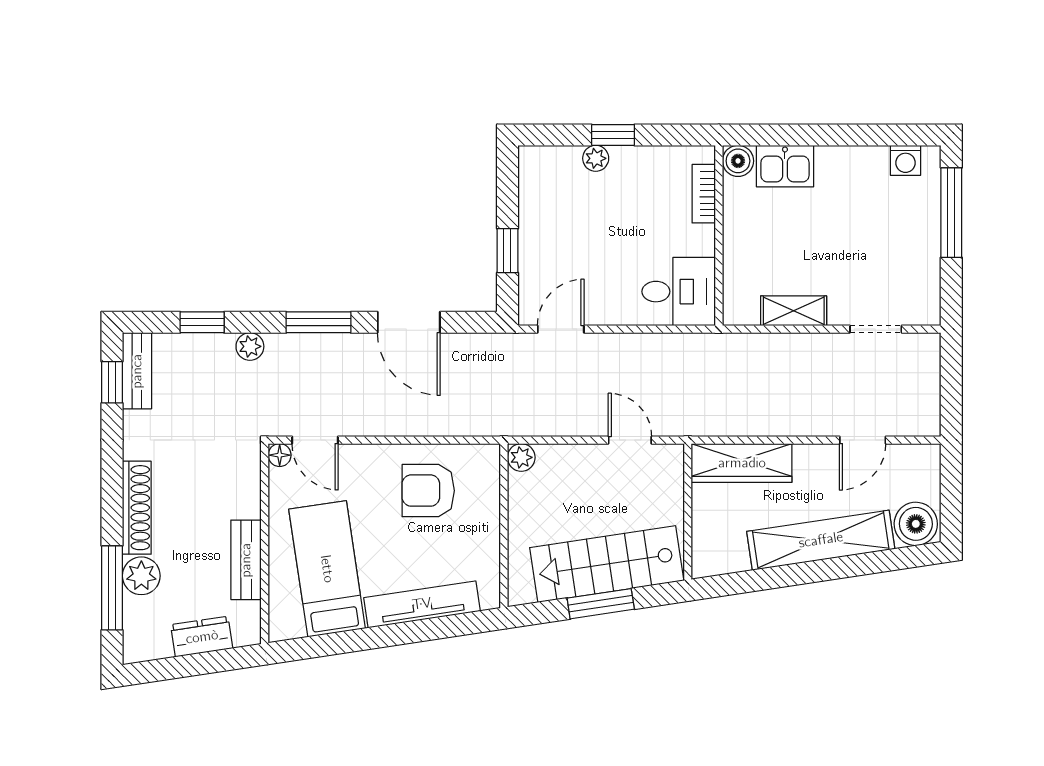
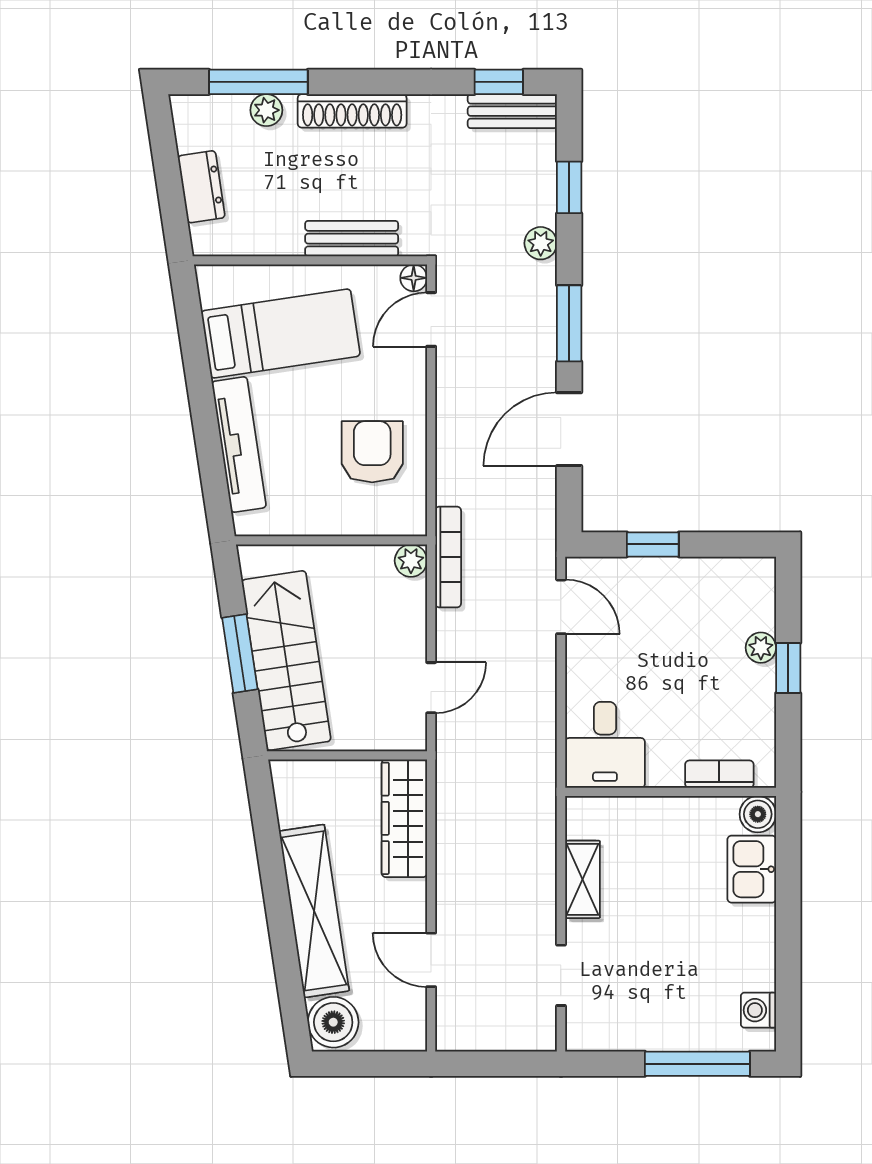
bookcase: (518, 426) -> (448, 557), added
bench: (246, 560) -> (352, 239), moved
plant: (141, 576) -> (266, 110), width x0.73, depth x0.73

